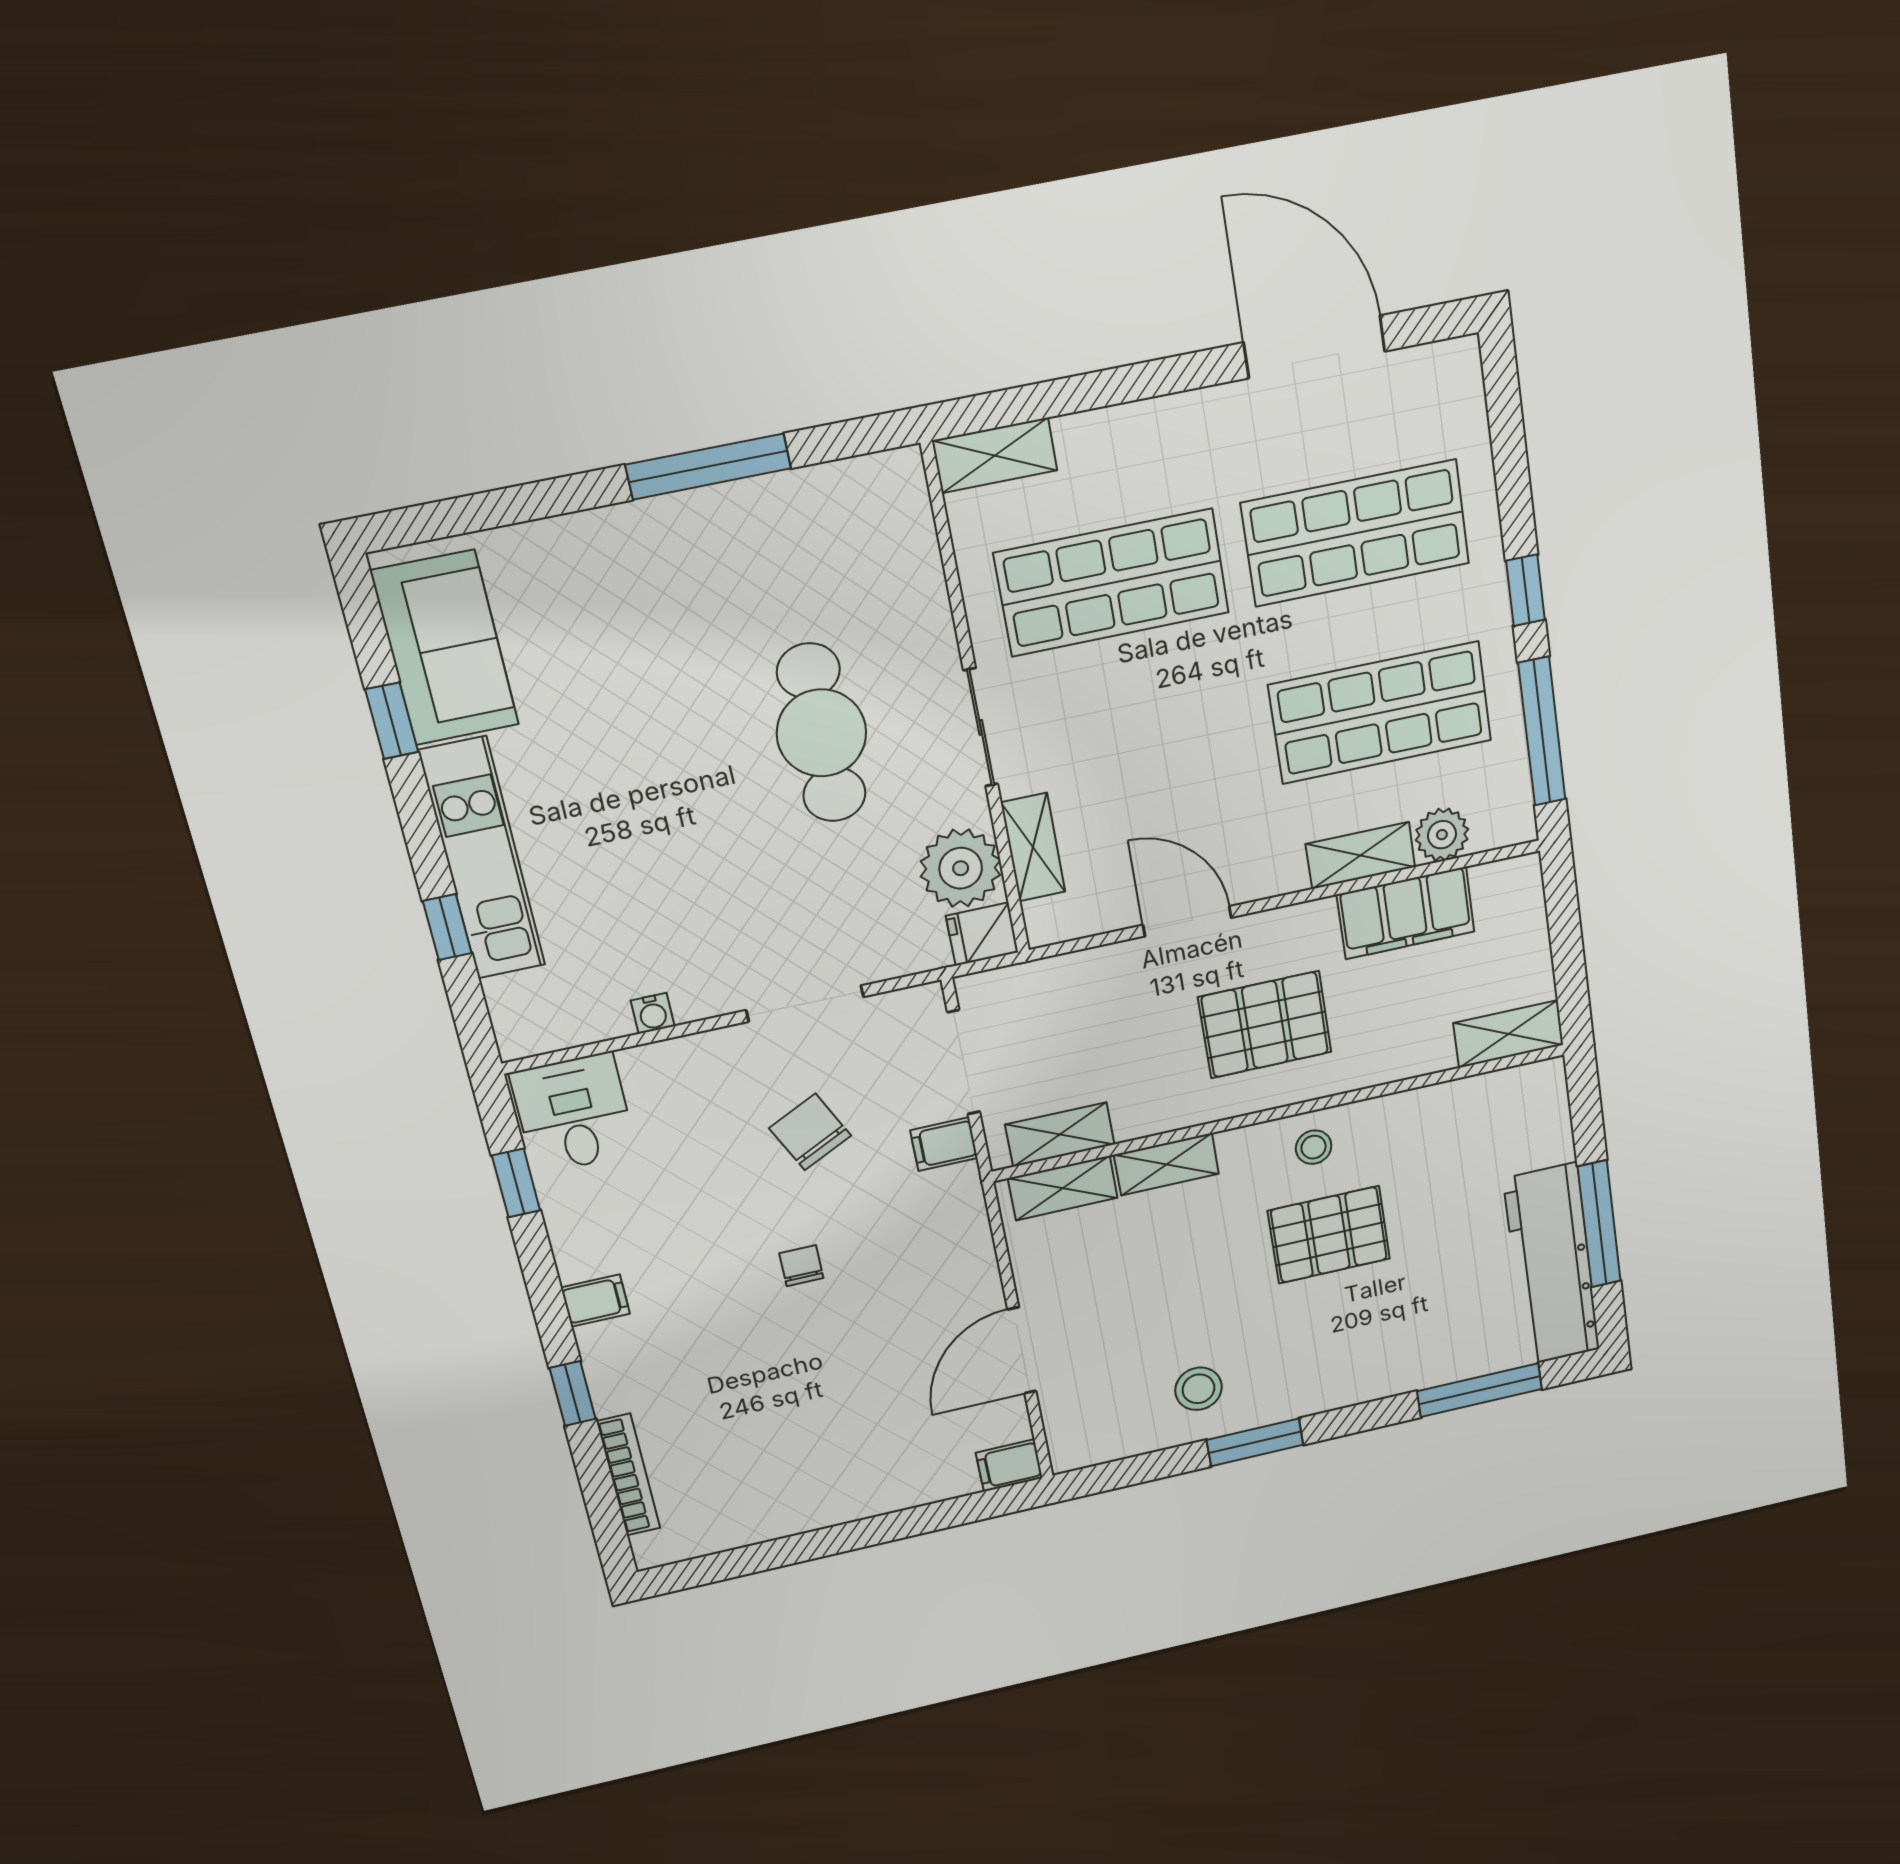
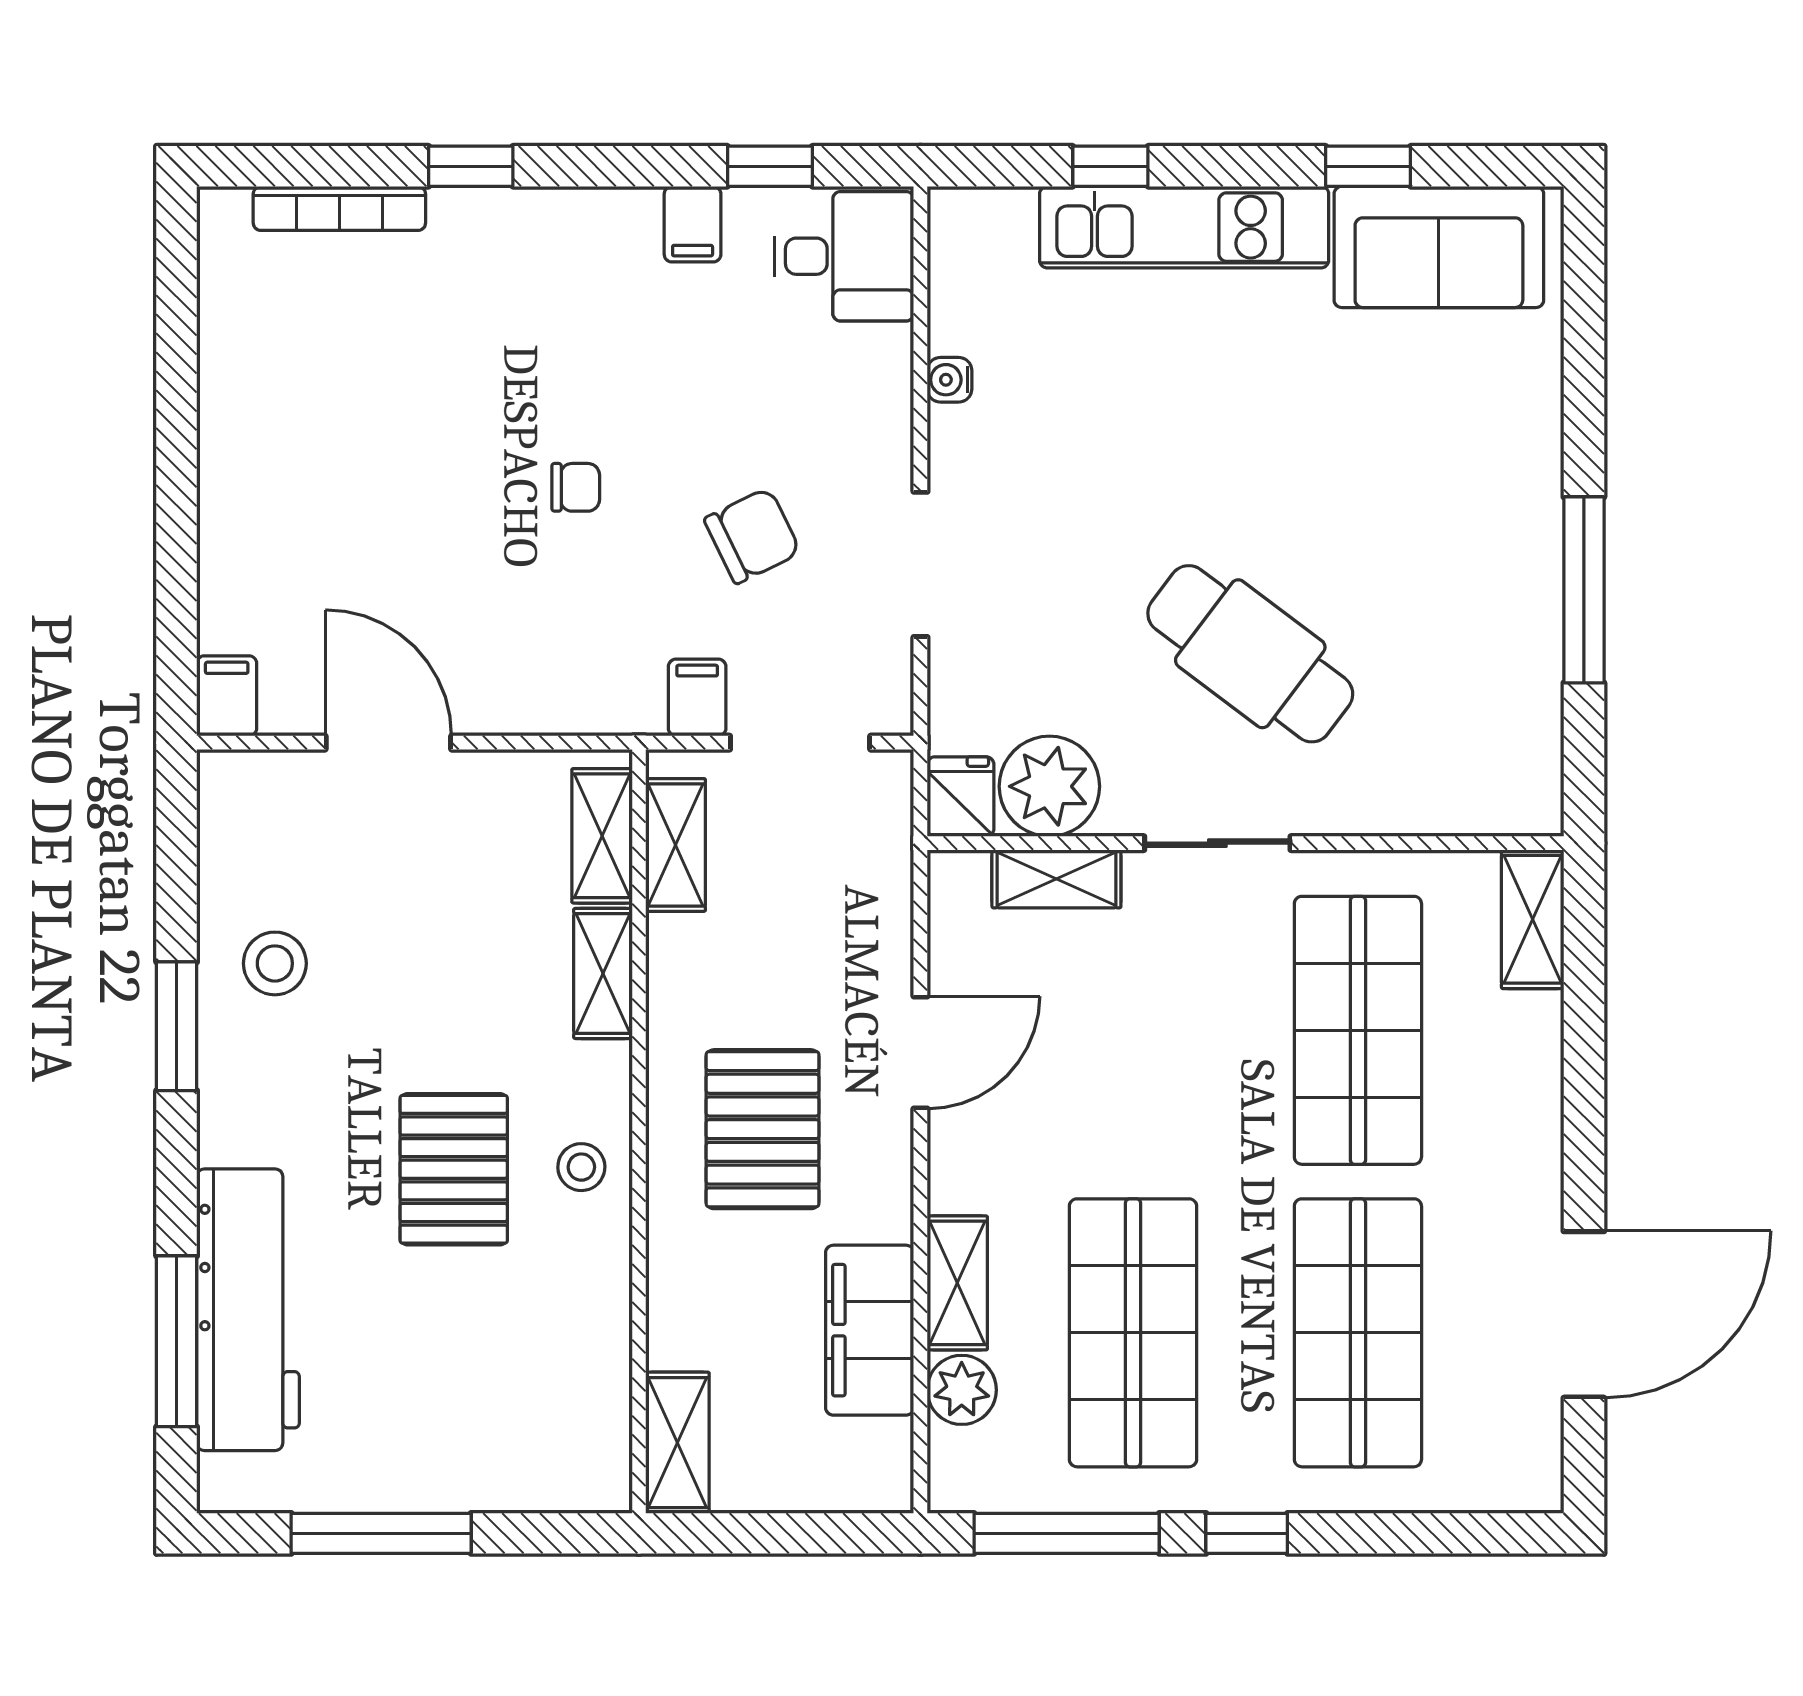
cafe table: (821, 733) -> (1250, 654), turned 37
workbench: (1552, 1265) -> (248, 1310), moved, turned 90
filing cabinet: (595, 1301) -> (693, 224), moved

